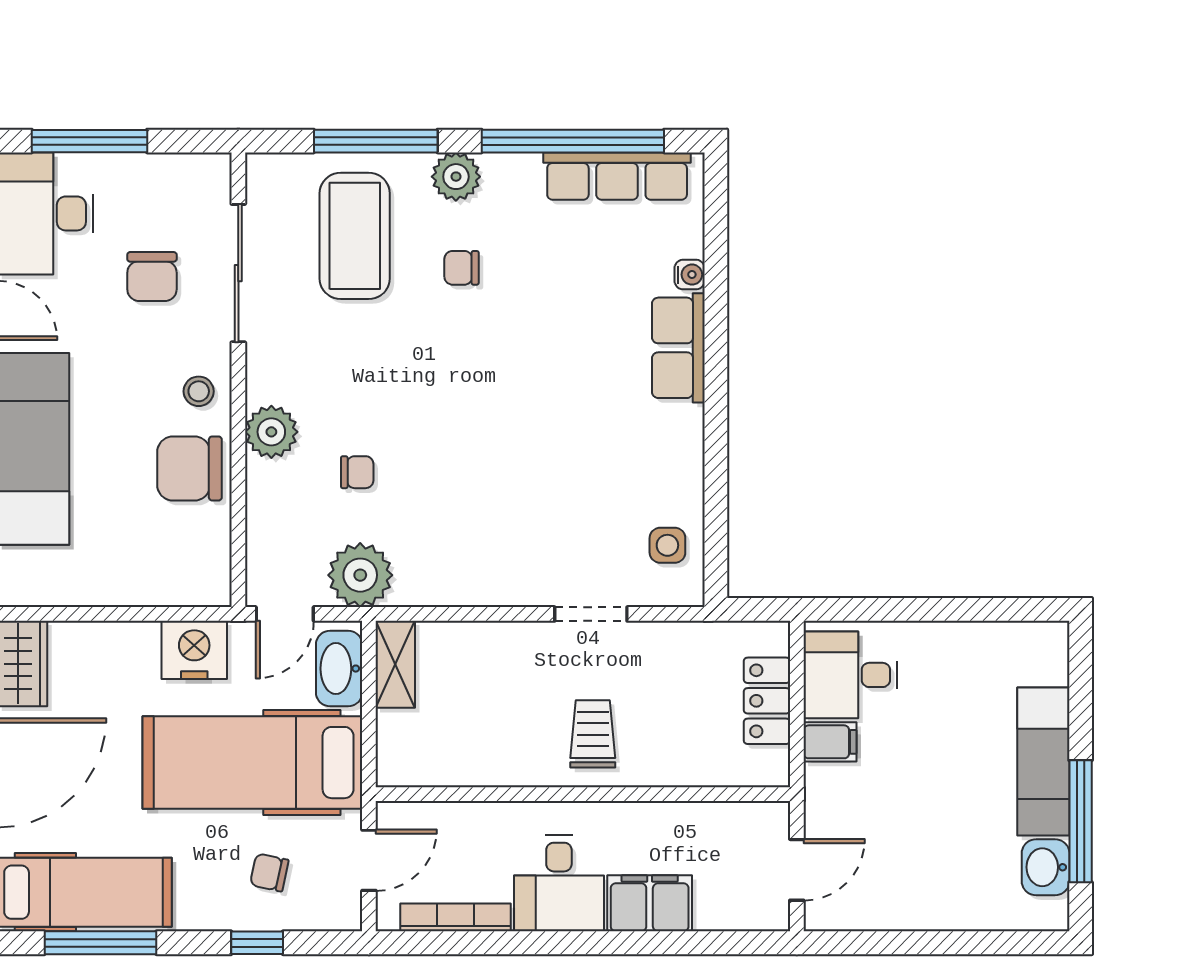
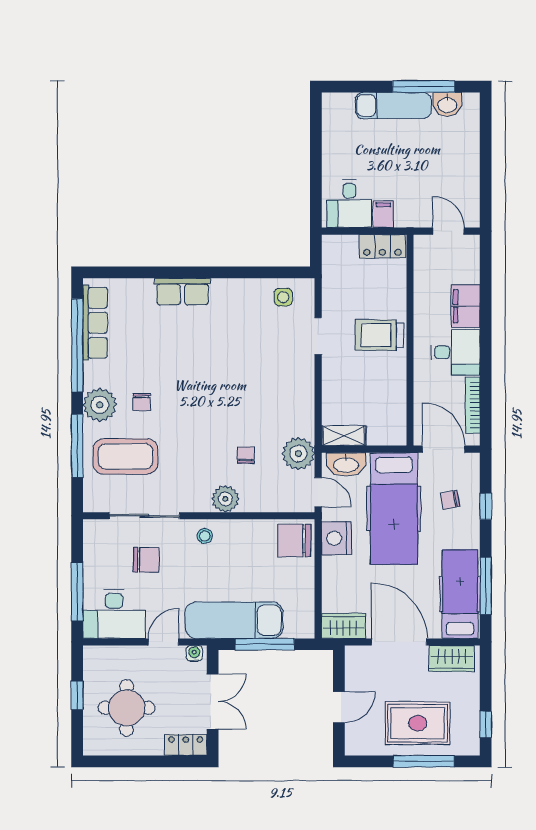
plant: (456, 177) -> (100, 405), width x1.36, depth x1.36
water cooler: (690, 275) -> (145, 286), removed
chair: (190, 468) -> (294, 540), moved, turned 90
locker: (767, 701) -> (382, 246), moved
trolley: (593, 734) -> (379, 335), width x1.36, depth x1.39
door: (369, 860) -> (444, 449), width x1.38
chair: (269, 872) -> (450, 500), turned 67

